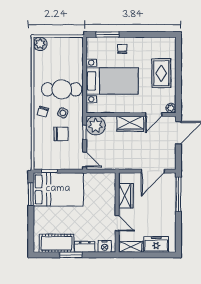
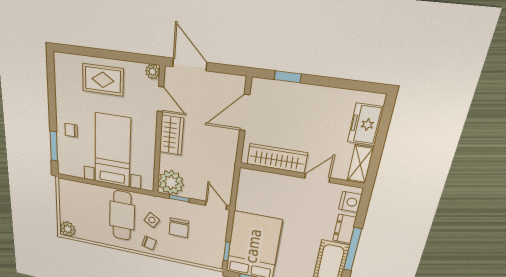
chair: (61, 134) -> (179, 228), turned 180
door: (85, 159) -> (216, 205), hinge flipped
door: (153, 171) -> (245, 113), swing flipped
window: (178, 194) -> (288, 77), width x0.46
wardrobe: (126, 196) -> (277, 158), width x1.50
window: (71, 255) -> (353, 249), width x1.44

